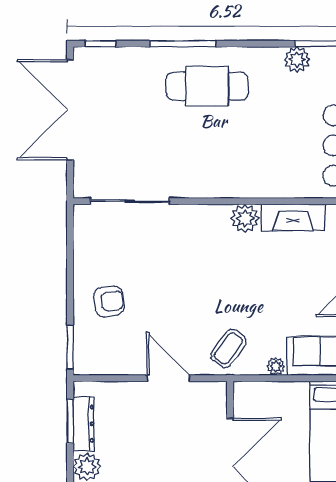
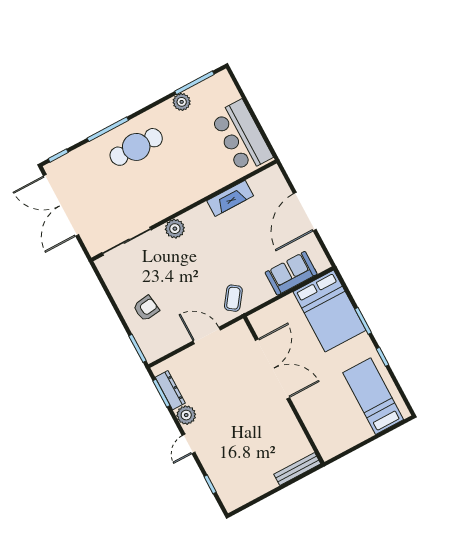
plant: (245, 218) -> (175, 229), moved
plant: (276, 366) -> (268, 294), removed

